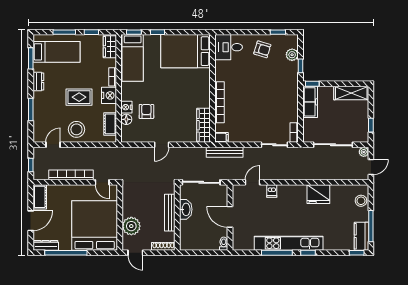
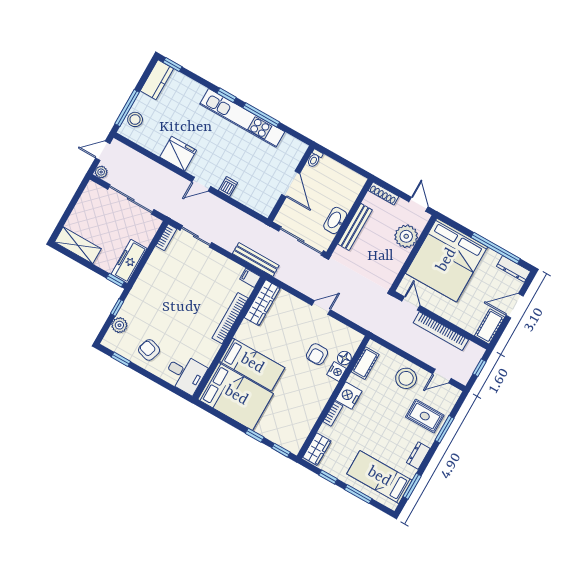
bed: (133, 58) -> (252, 364), moved, turned 90
rug: (79, 97) -> (425, 416), moved
window: (371, 125) -> (76, 197), removed
door: (253, 182) -> (201, 184), moved
window: (371, 226) -> (127, 108), moved

